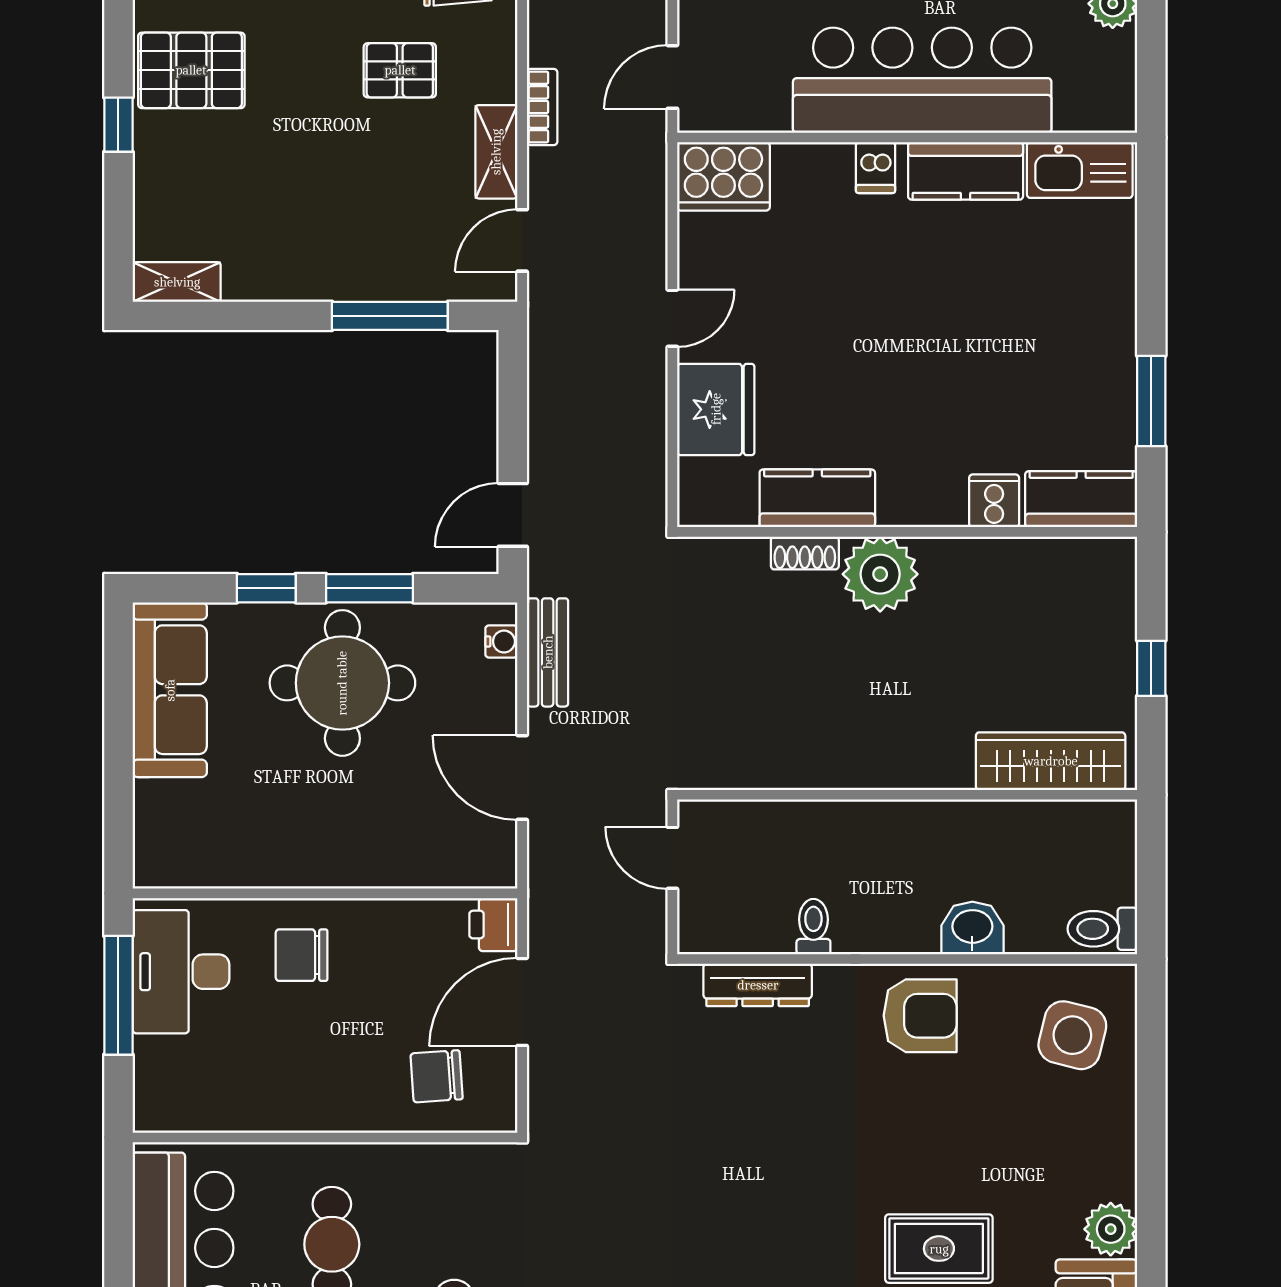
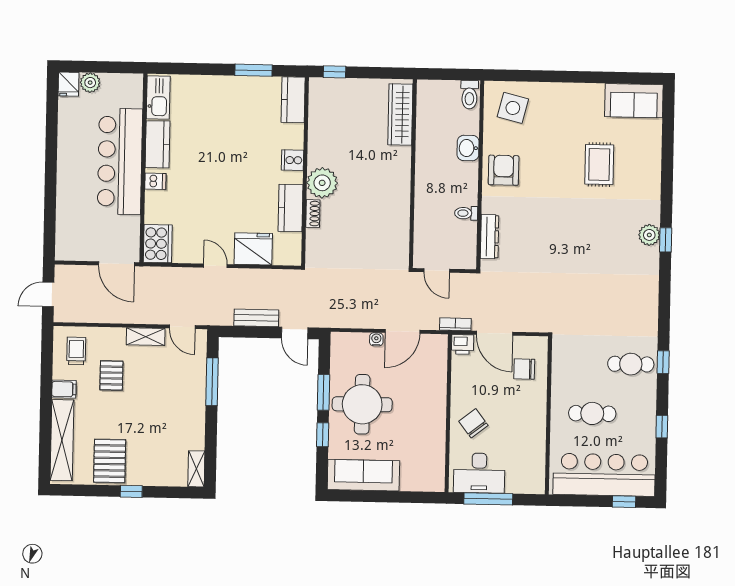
door: (672, 77) -> (116, 264), width x1.38
bookcase: (542, 107) -> (455, 324), moved
cooker: (994, 501) -> (293, 160), moved
water cooler: (501, 642) -> (376, 339), moved
bench: (548, 652) -> (256, 318), moved
window: (1151, 668) -> (334, 72), moved
door: (672, 858) -> (437, 270), hinge flipped
chair: (302, 955) -> (473, 423), turned 142
chair: (437, 1076) -> (524, 369), turned 94
plant: (1111, 1229) -> (593, 94), removed

